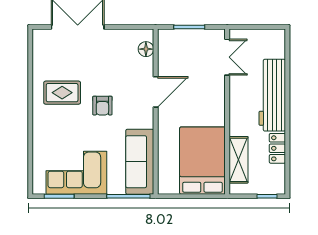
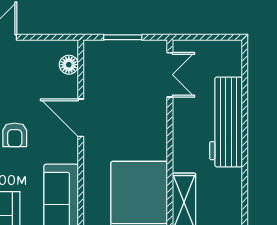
door: (156, 92) -> (81, 118), swing flipped
locker: (277, 148) -> (232, 188), removed

